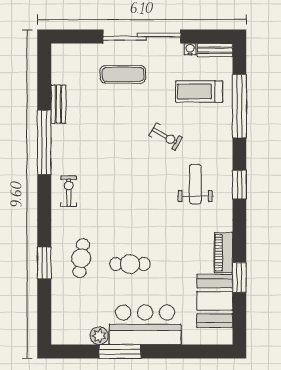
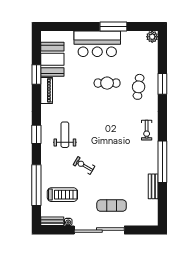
weight bench: (195, 184) -> (65, 135), turned 180
plant: (99, 336) -> (152, 37), moved

